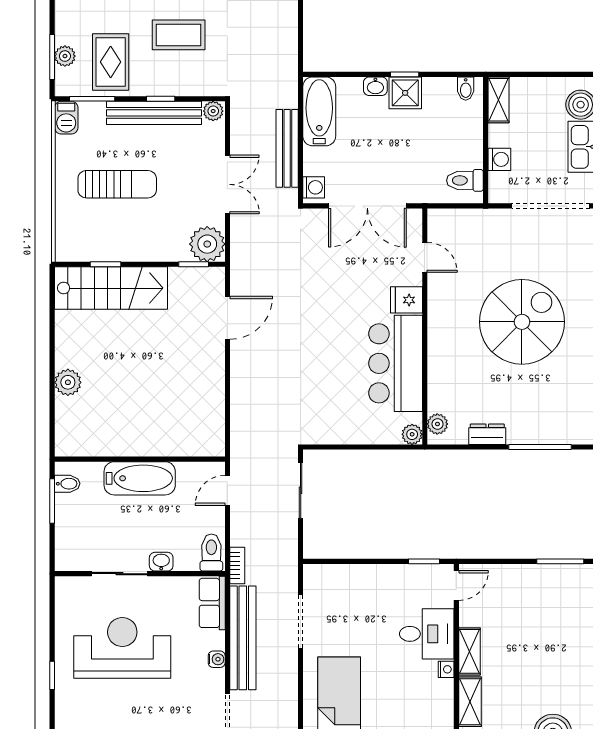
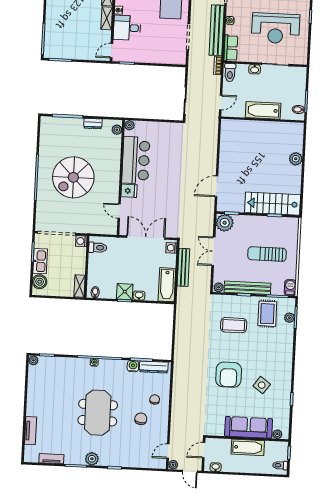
washing machine: (499, 159) -> (81, 241), moved

